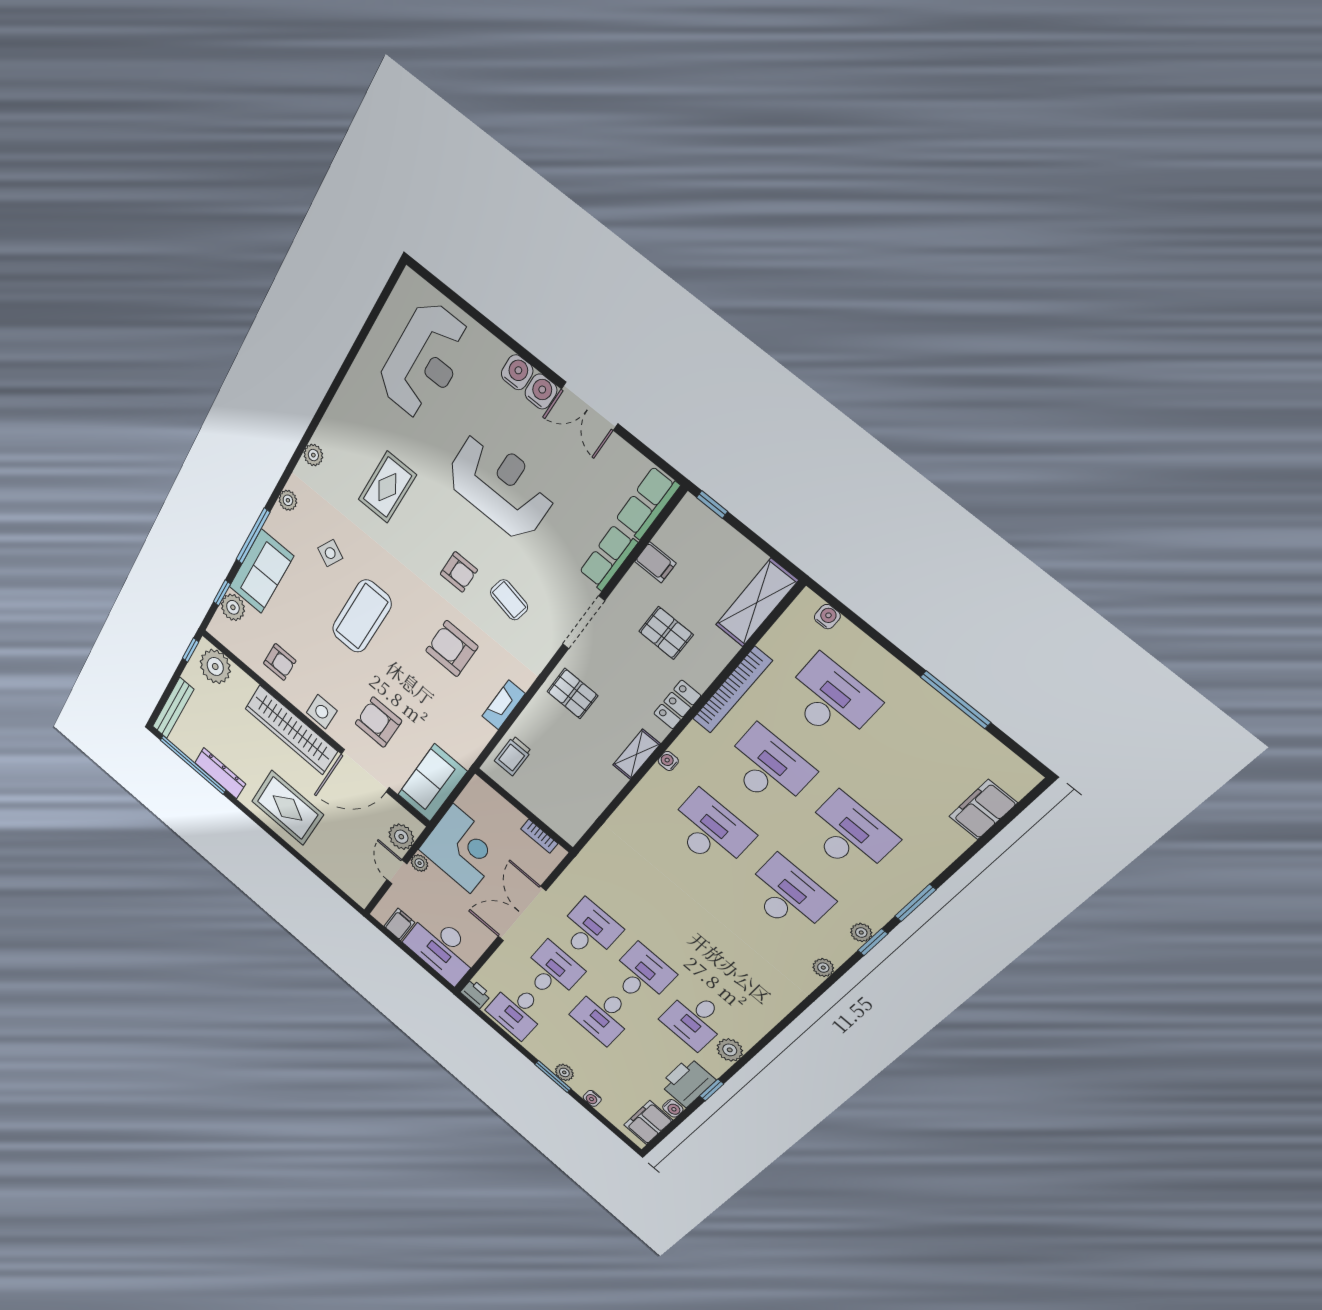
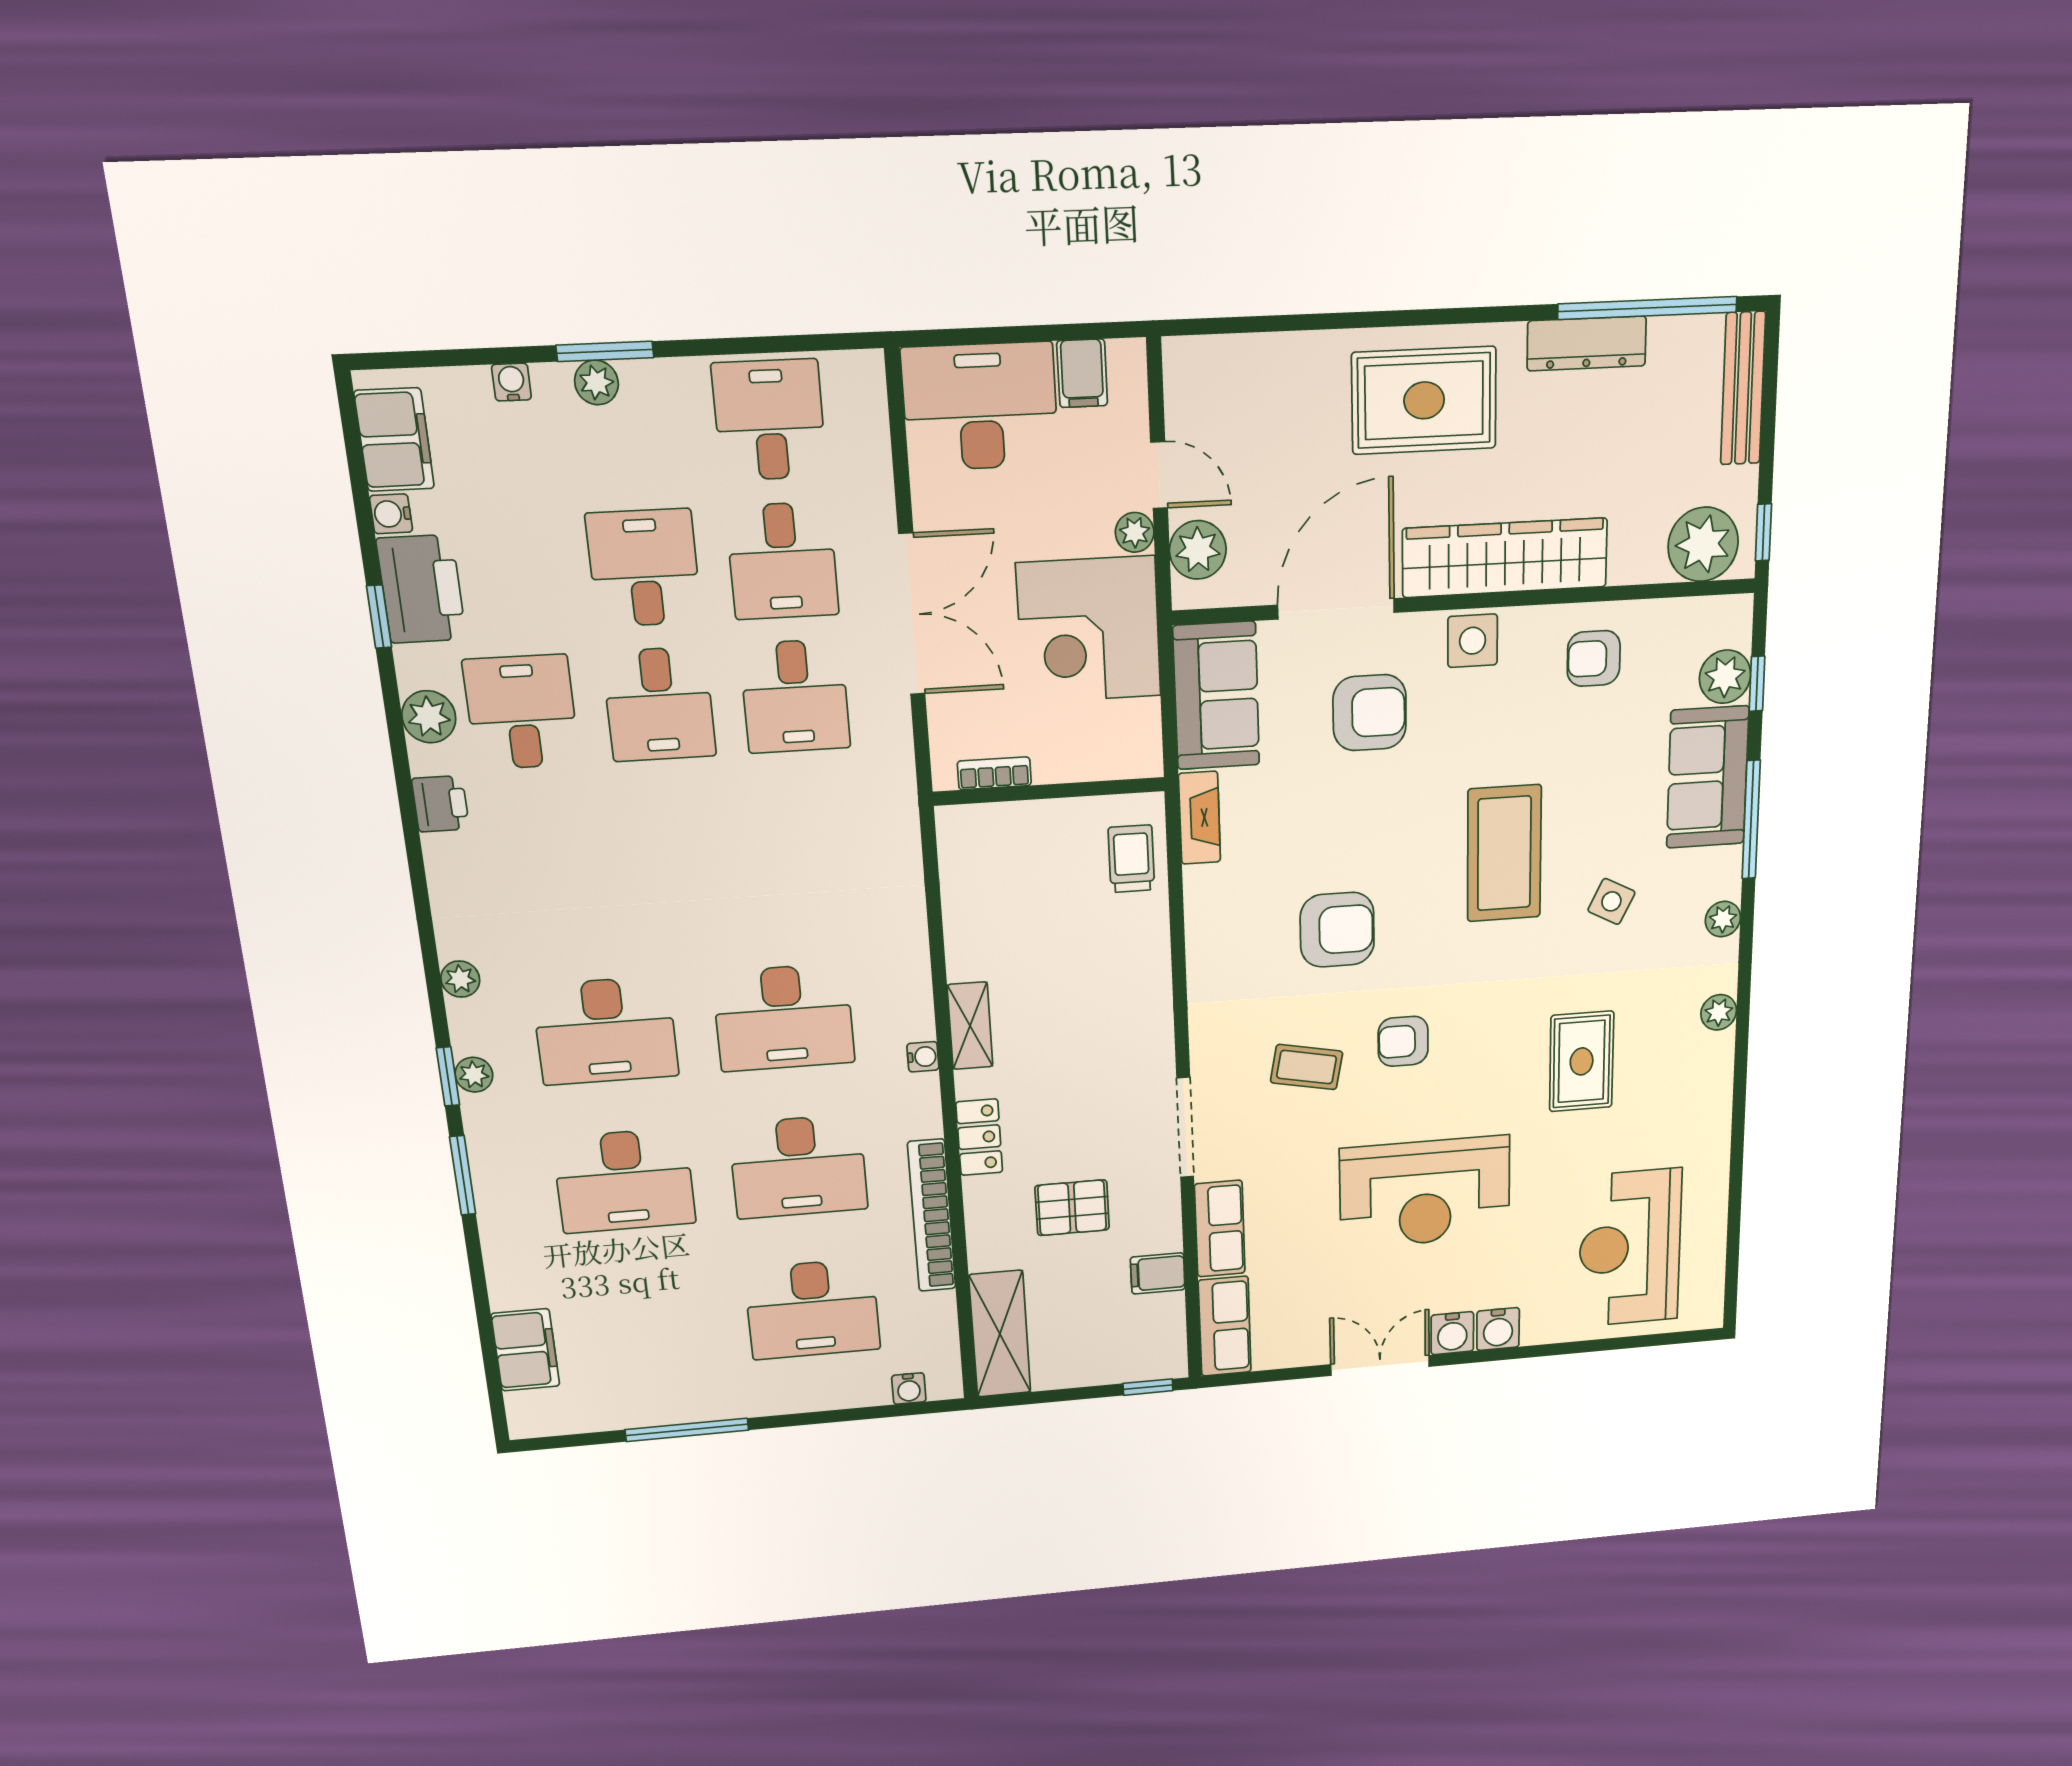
pallet: (572, 694) -> (1123, 1025), removed
fireplace: (504, 705) -> (1199, 818), moved
printer: (476, 994) -> (440, 804), moved, turned -90

